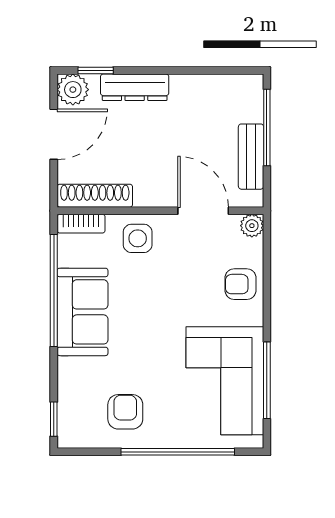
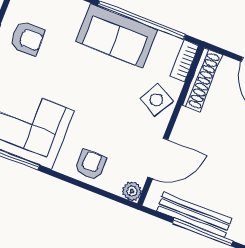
bench: (251, 157) -> (194, 215), width x1.36
side table: (138, 238) -> (156, 100), turned 30

